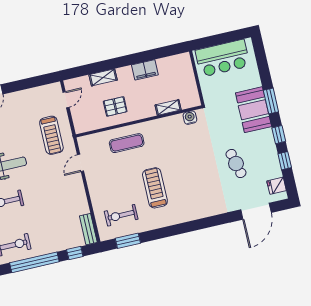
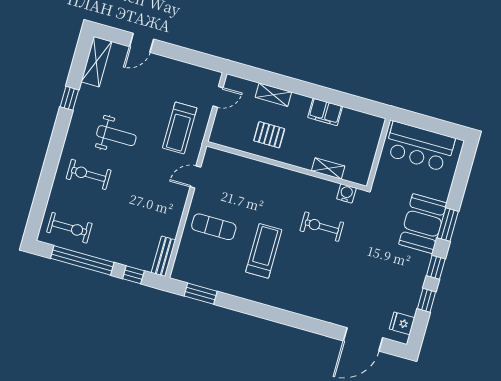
exercise mat: (127, 143) -> (214, 227), moved
cafe table: (236, 164) -> (370, 273), removed
exercise bike: (121, 215) -> (322, 227), moved

